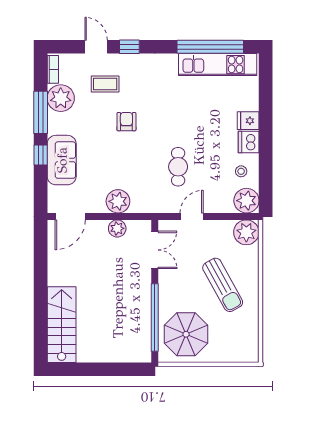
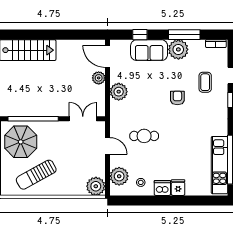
plant: (61, 98) -> (178, 49), moved
armchair: (126, 122) -> (177, 98), turned -90
window: (41, 155) -> (140, 35), moved
plant: (246, 201) -> (119, 176), moved
plant: (117, 228) -> (99, 78), moved
double door: (155, 250) -> (83, 119), swing flipped
sun lounger: (223, 285) -> (36, 175), moved

